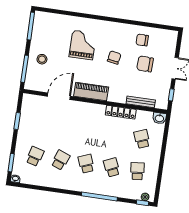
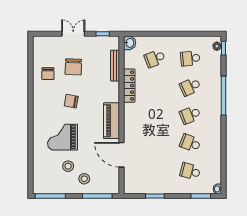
stool: (56, 46) -> (68, 166), added

